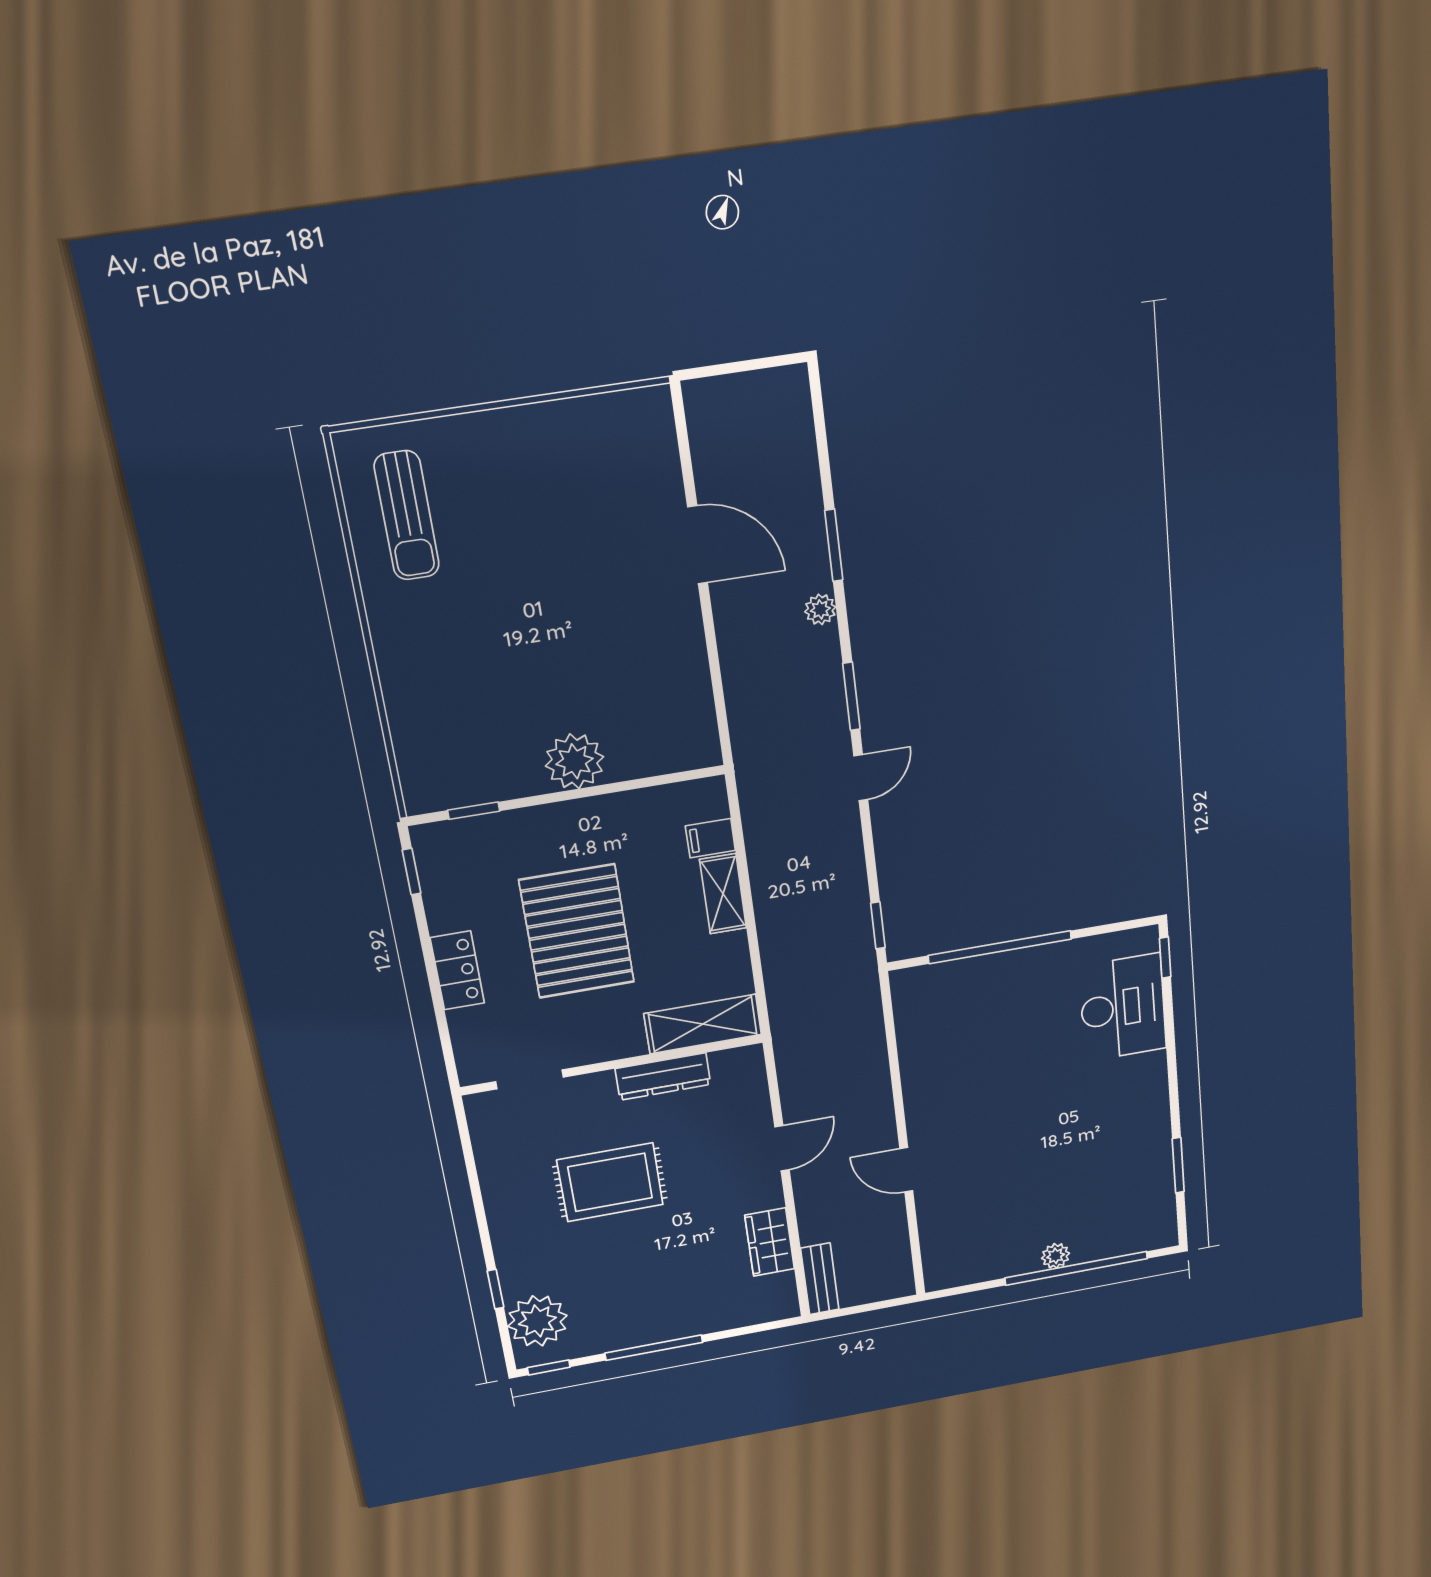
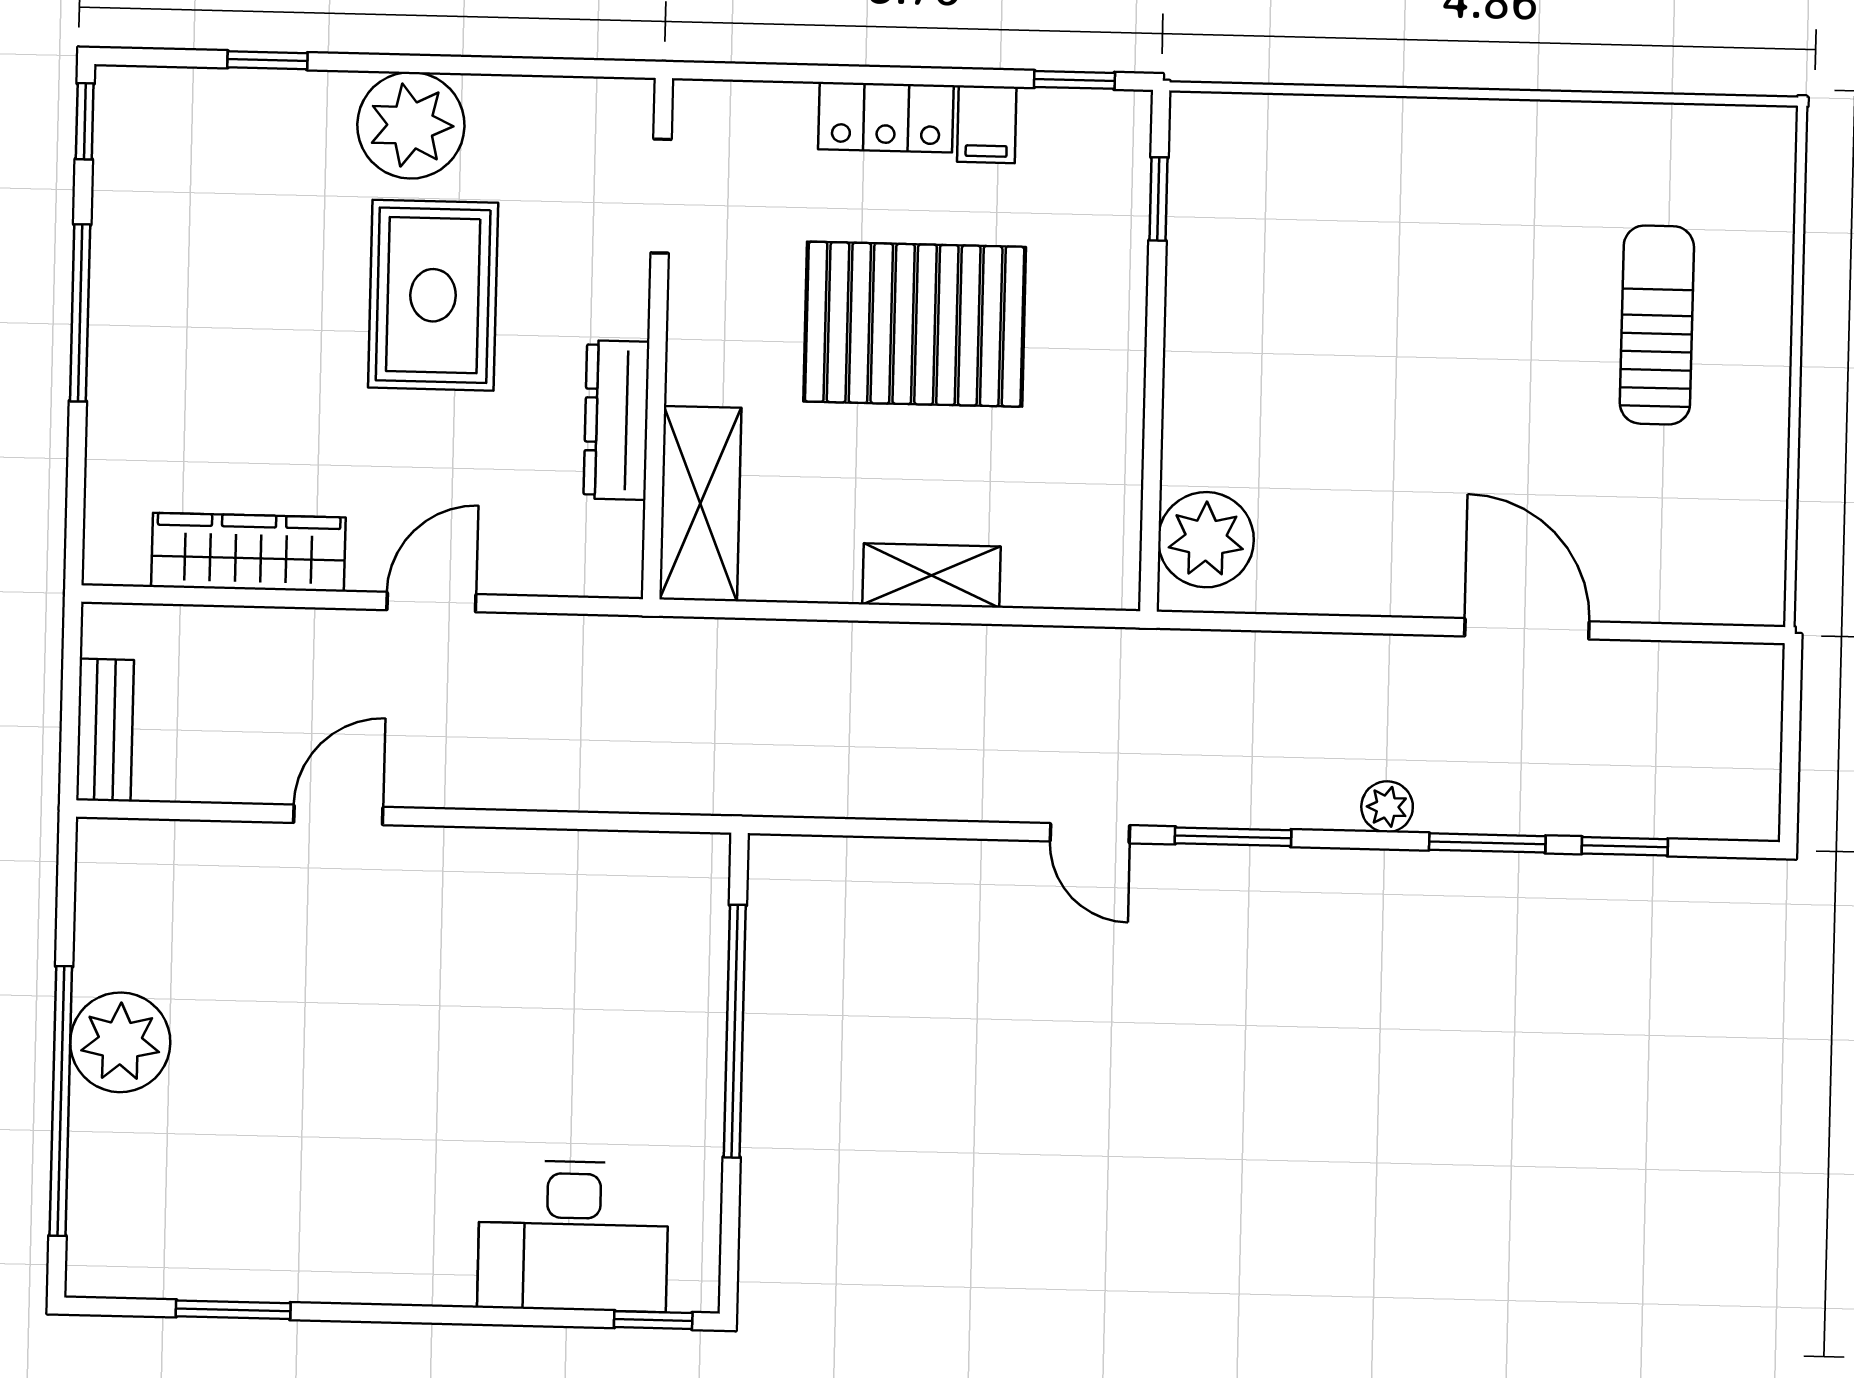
sun lounger: (407, 516) -> (1657, 325), moved, turned 90
door: (698, 545) -> (1527, 629), swing flipped
plant: (575, 761) -> (1206, 540), moved
filing cabinet: (710, 838) -> (987, 124), moved, turned 180
window: (878, 925) -> (1625, 846), moved
door: (782, 1148) -> (431, 602), swing flipped
wardrobe: (770, 1242) -> (248, 552), width x1.50
plant: (1056, 1256) -> (120, 1042), width x1.88, depth x1.88
bench: (820, 1279) -> (105, 730), moved, turned 90
plant: (537, 1321) -> (411, 125), moved

